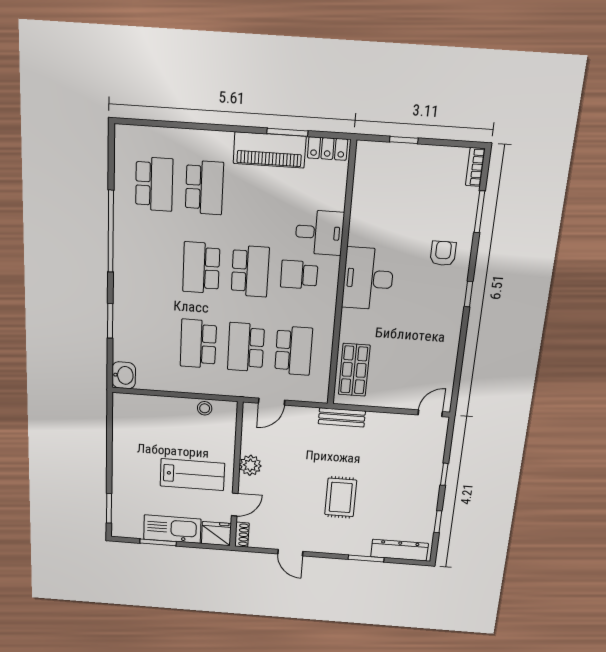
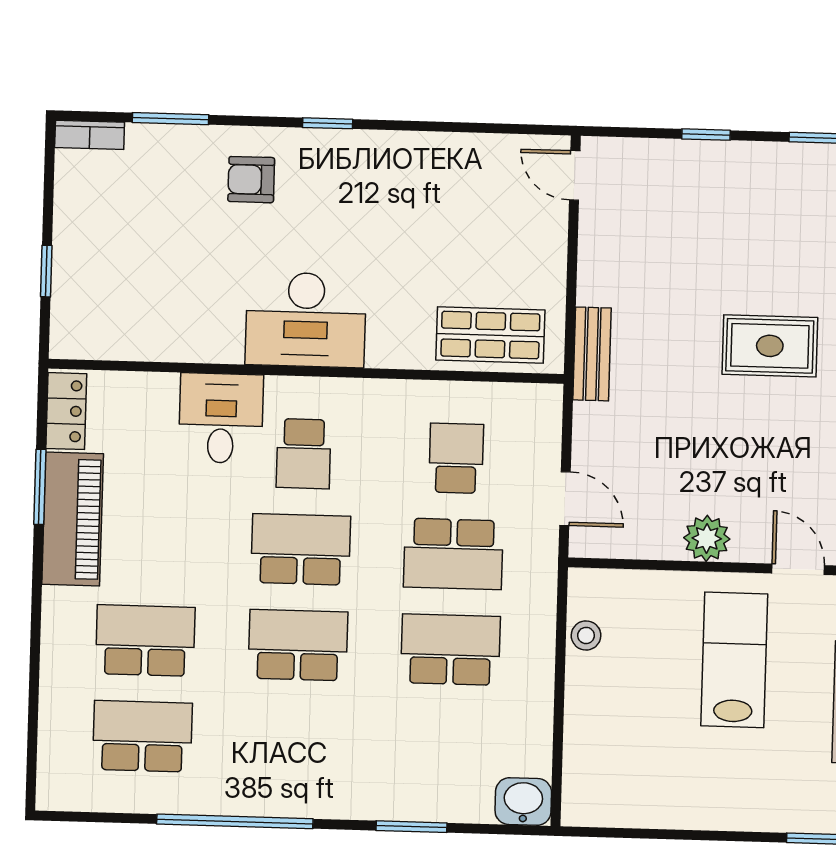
school desk: (201, 268) -> (298, 645), turned 180
school desk: (198, 344) -> (451, 650), turned 180
school desk: (294, 351) -> (456, 458), width x0.54

